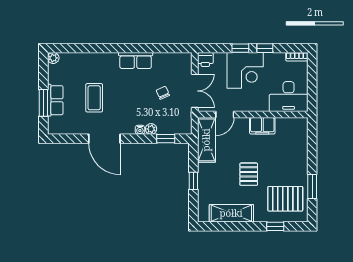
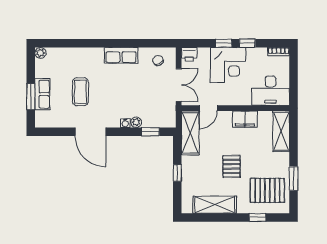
chair: (163, 93) -> (158, 60), moved
shelving: (300, 138) -> (281, 131), added

